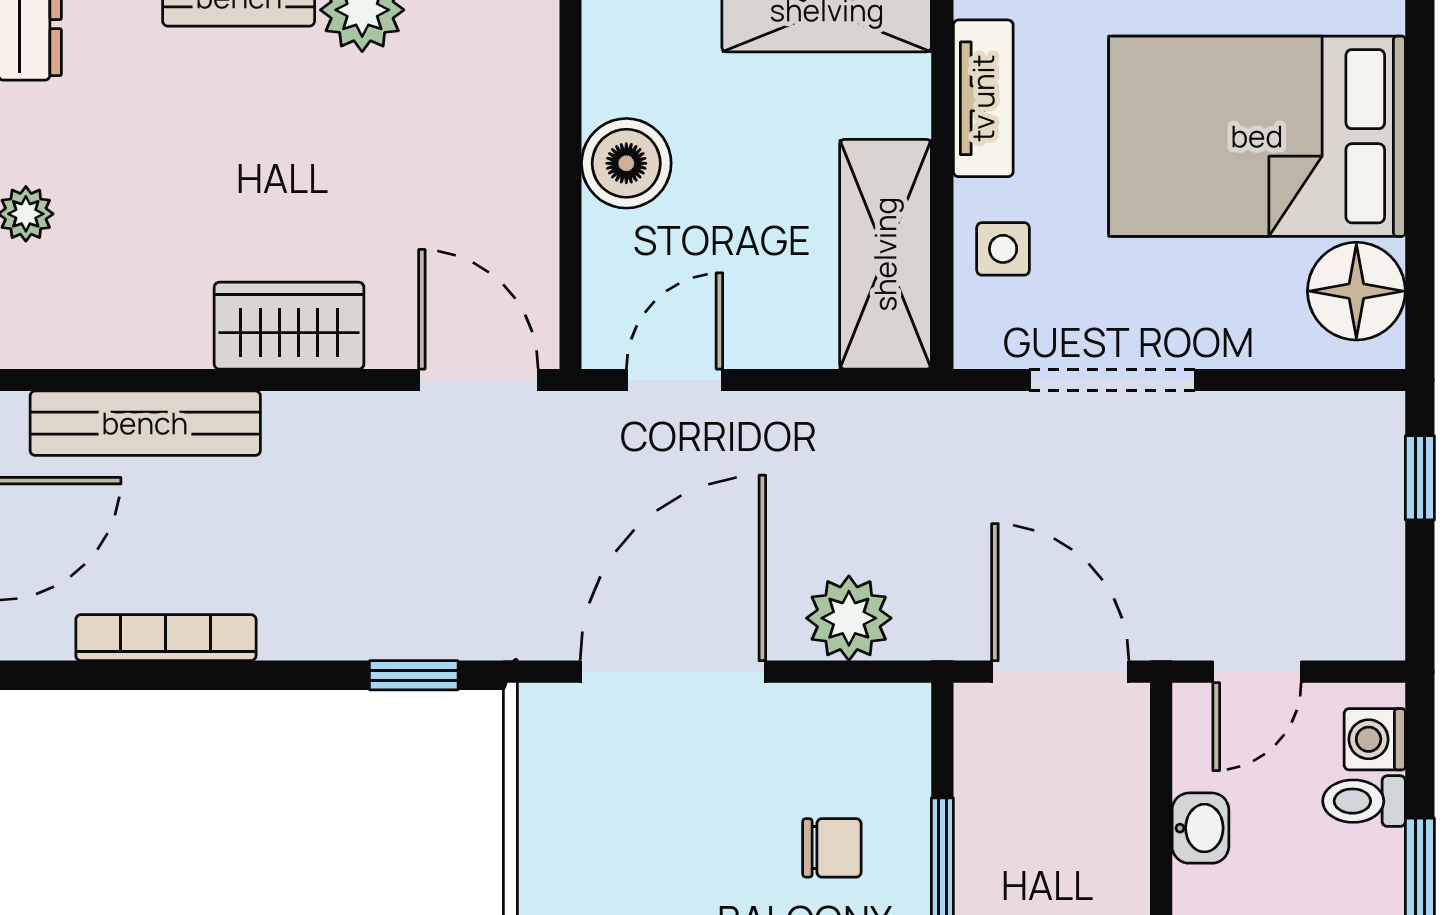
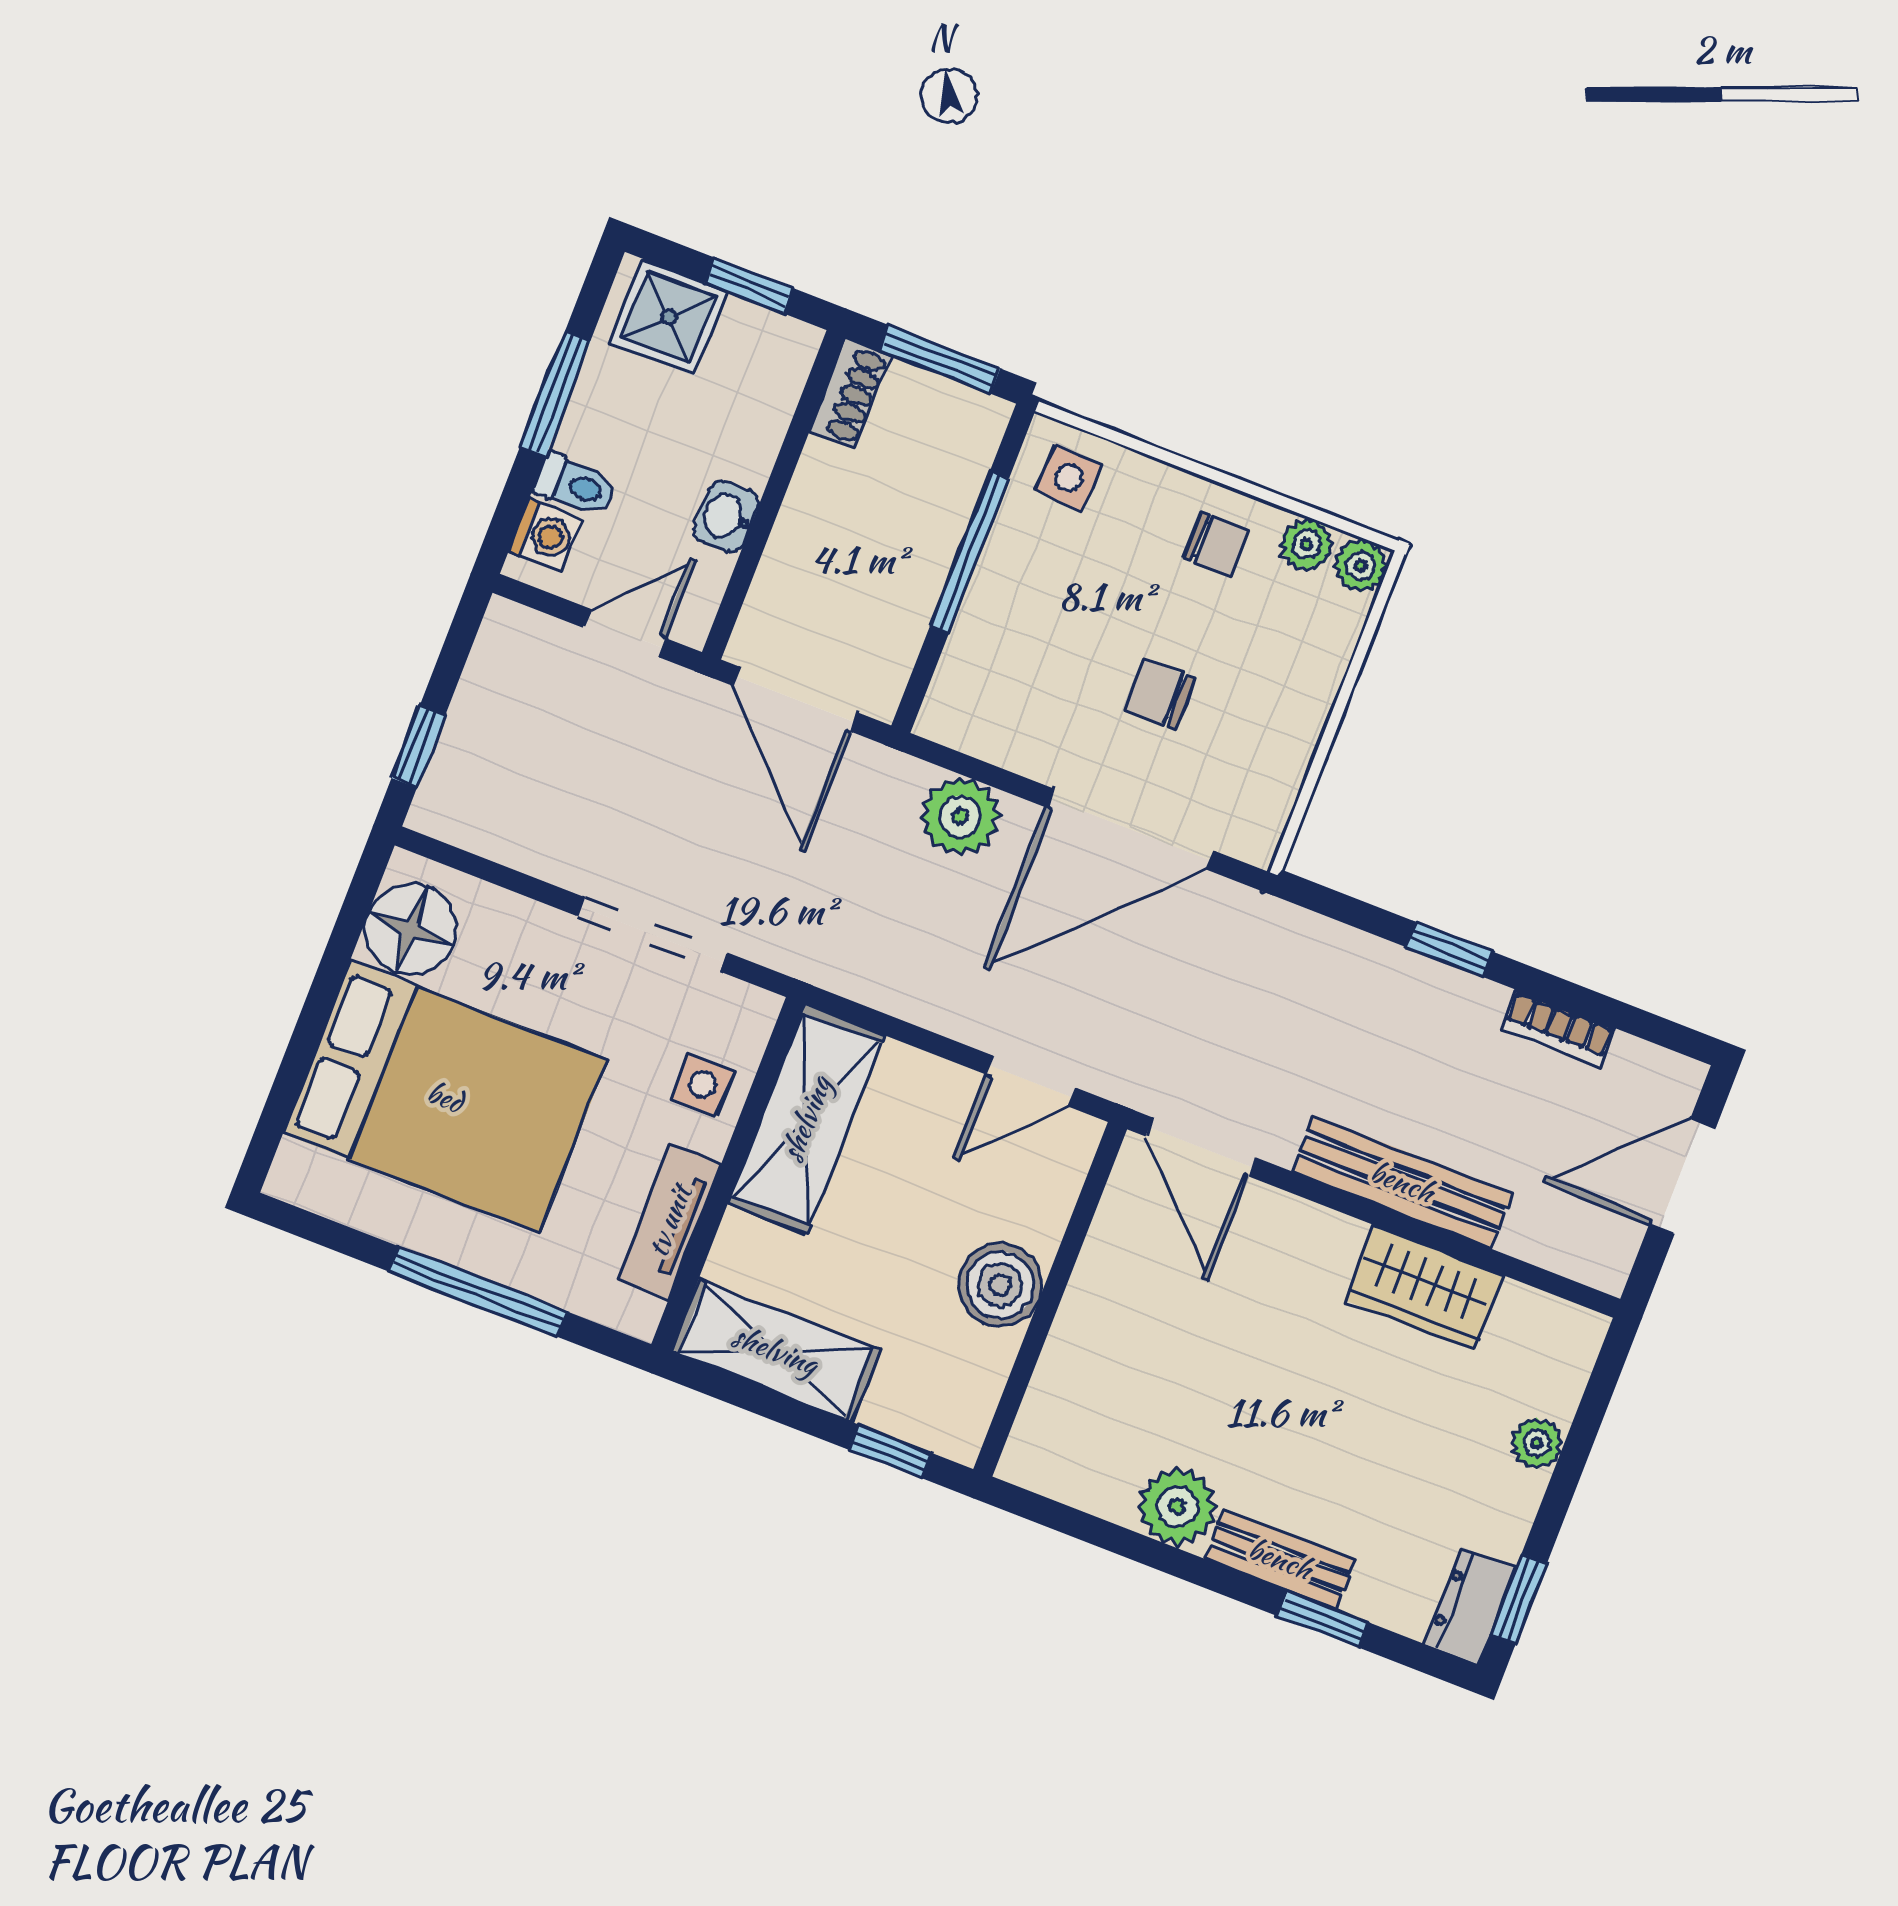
wardrobe: (289, 326) -> (1424, 1288), moved
bench: (145, 423) -> (1402, 1182), moved
bookcase: (166, 638) -> (1558, 1029), width x0.64
window: (414, 675) -> (1449, 949), moved
chair: (832, 848) -> (1160, 694), moved

